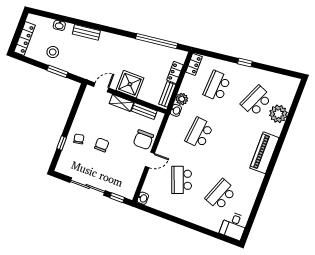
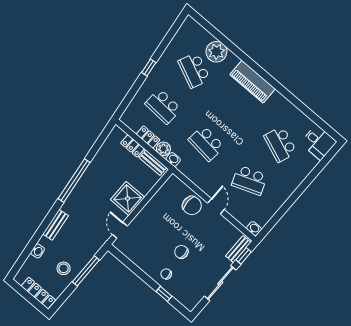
window: (157, 41) -> (74, 181), moved
locker: (194, 64) -> (148, 137), moved
window: (57, 71) -> (86, 271), width x1.44
shelving: (121, 103) -> (144, 215), removed
bench: (144, 111) -> (238, 249), moved

